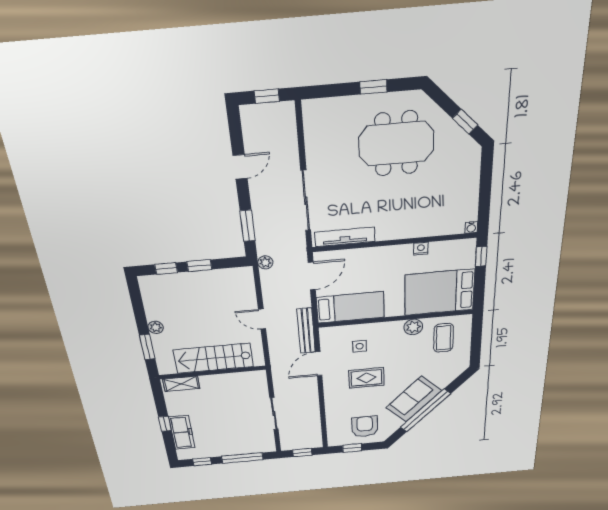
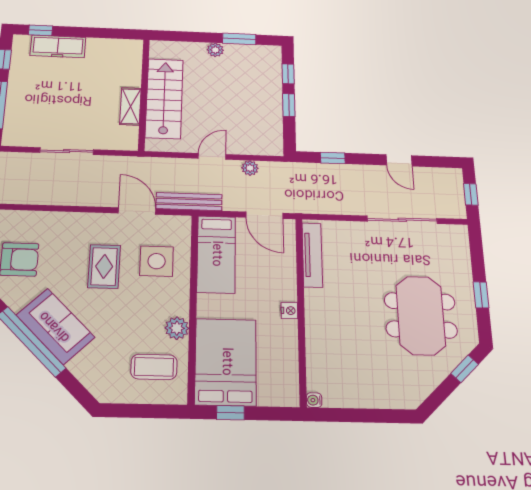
window: (465, 122) -> (465, 369), moved
sliding door: (306, 201) -> (402, 220), moved
window: (248, 226) -> (333, 158), width x0.67
nightstand: (421, 249) -> (289, 311), moved
window: (481, 256) -> (230, 413), moved
plant: (265, 262) -> (250, 168), moved
side table: (360, 346) -> (157, 261), width x1.87, depth x1.87
window: (147, 347) -> (239, 39), moved
shelving: (181, 384) -> (130, 106), moved
window: (165, 424) -> (40, 30), moved

